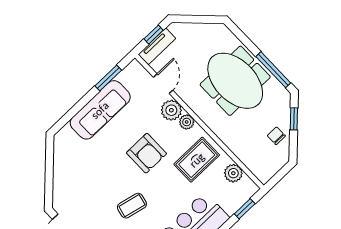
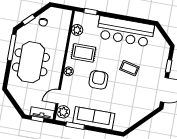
plant: (171, 110) -> (63, 112), moved

